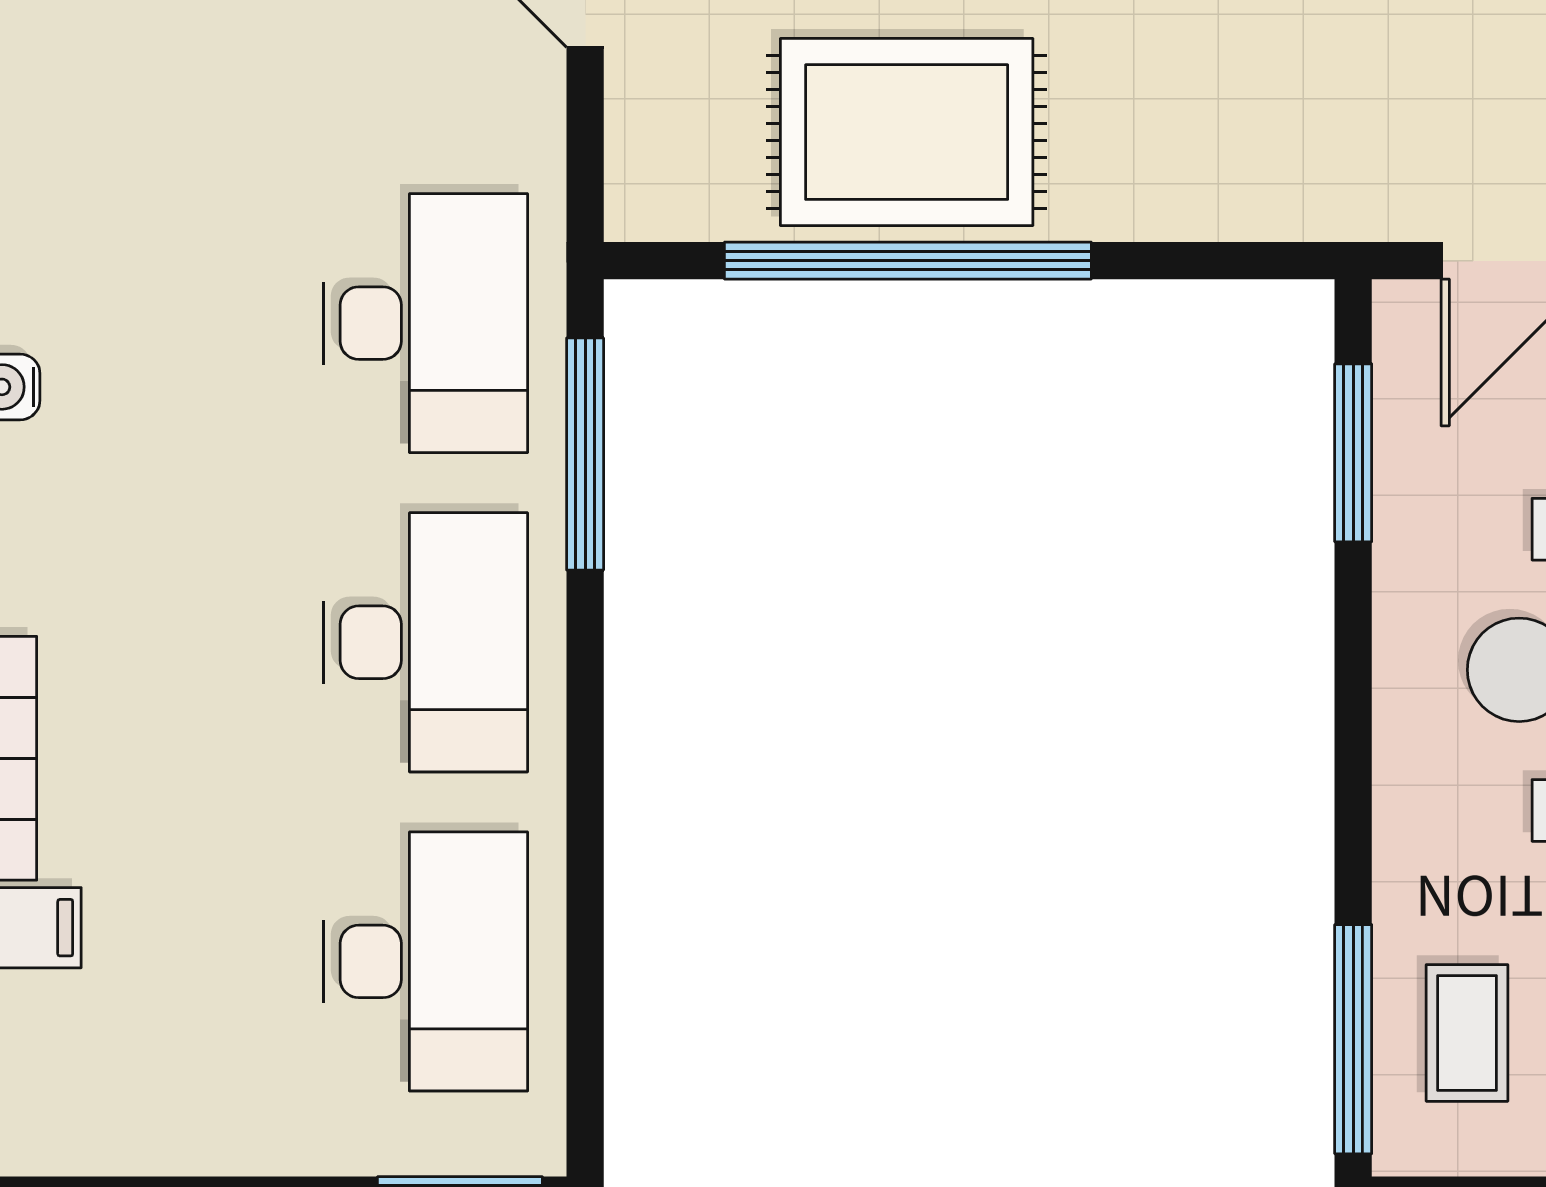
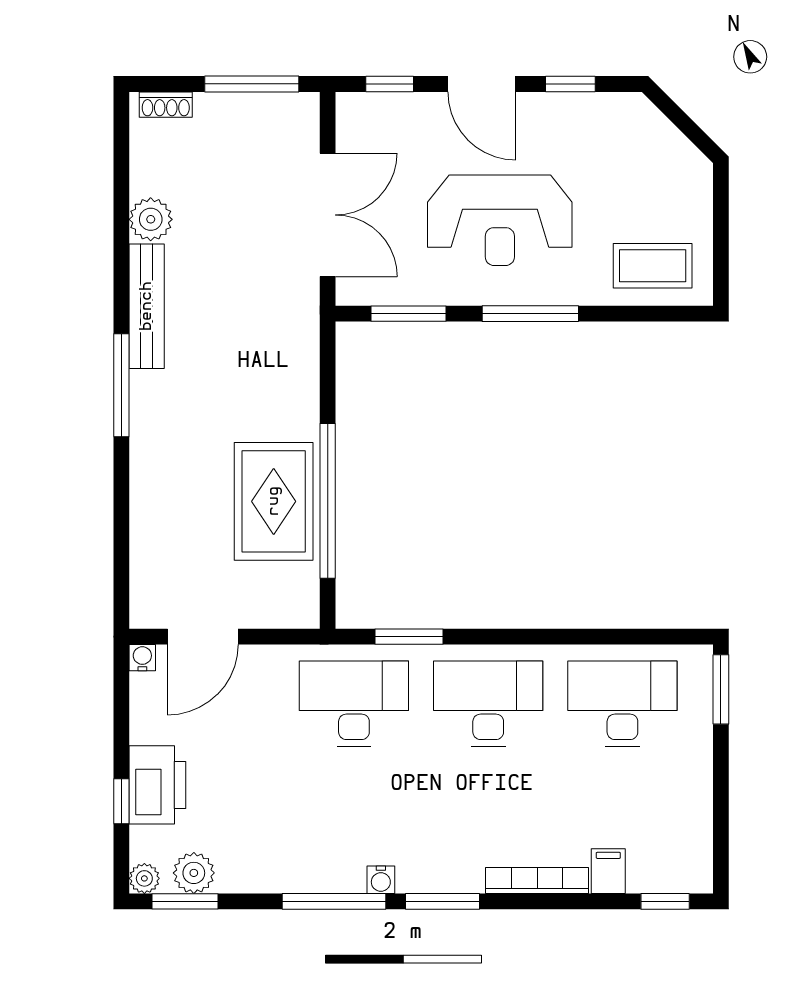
window: (585, 454) -> (409, 637), width x0.69
coffee table: (1467, 1033) -> (653, 266), width x1.36, depth x1.30
window: (1353, 1039) -> (530, 314), moved

